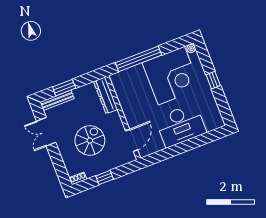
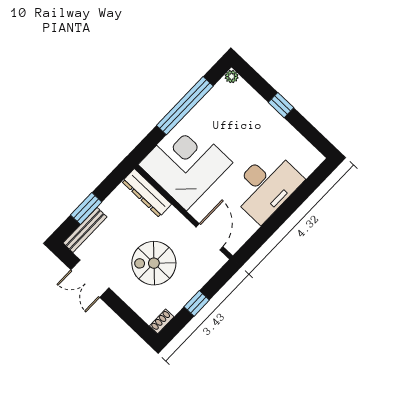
window: (138, 59) -> (185, 106), moved
corner desk: (171, 76) -> (185, 164), moved, turned -90
spiral stairs: (90, 141) -> (154, 263), turned -90

